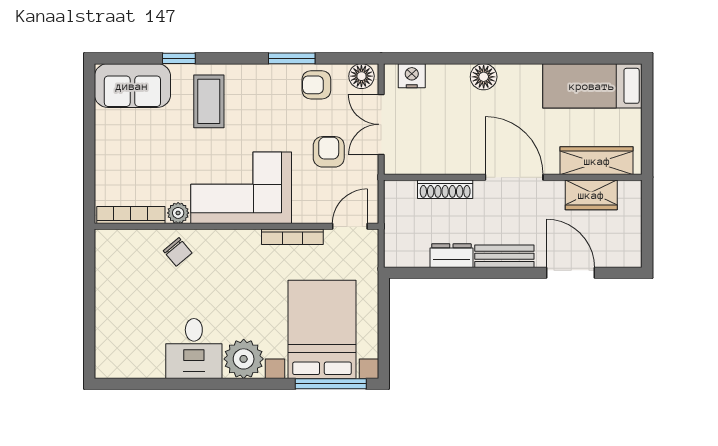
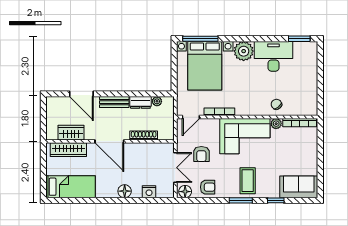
window: (292, 58) -> (241, 200), moved
nightstand: (412, 76) -> (149, 192), moved
coffee table: (209, 101) -> (248, 181), moved
plant: (418, 258) -> (157, 101), added
desk: (194, 349) -> (273, 56), width x1.37
window: (132, 384) -> (299, 39), added

